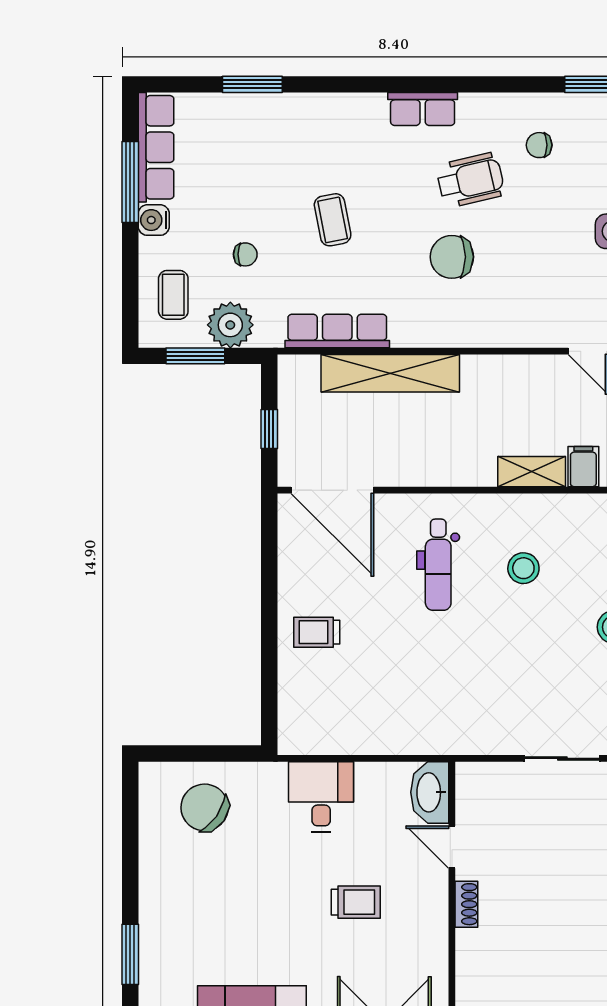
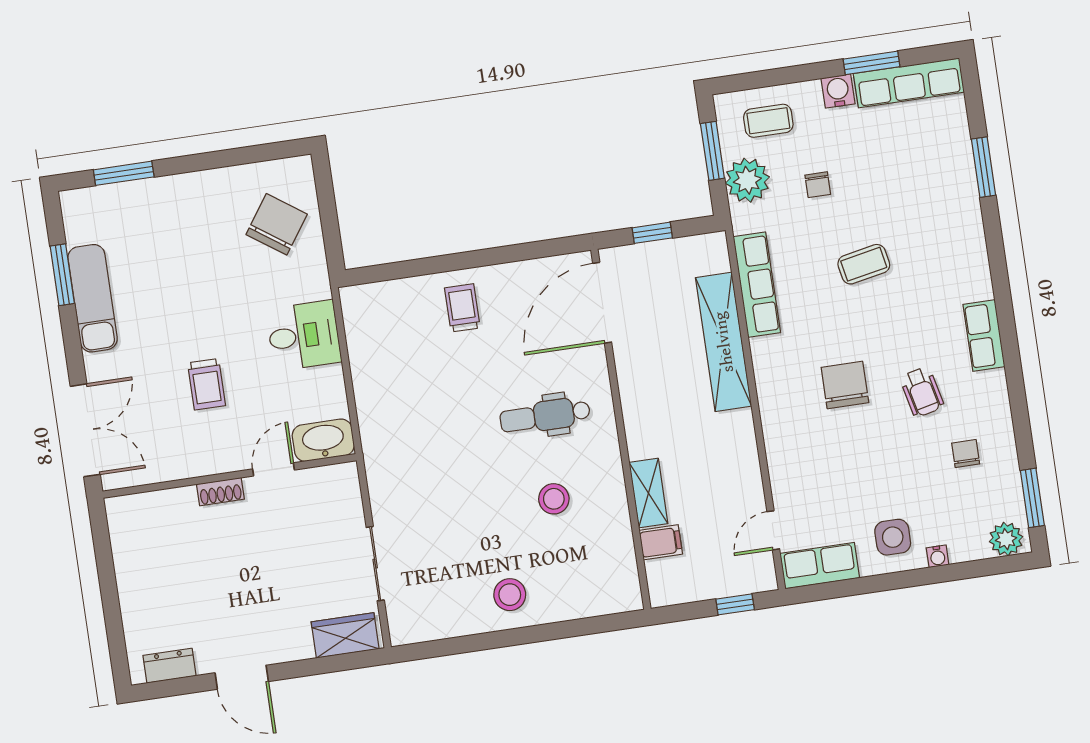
wheelchair: (470, 180) -> (922, 392), width x0.73, depth x0.73
window: (130, 182) -> (872, 63), width x0.69

